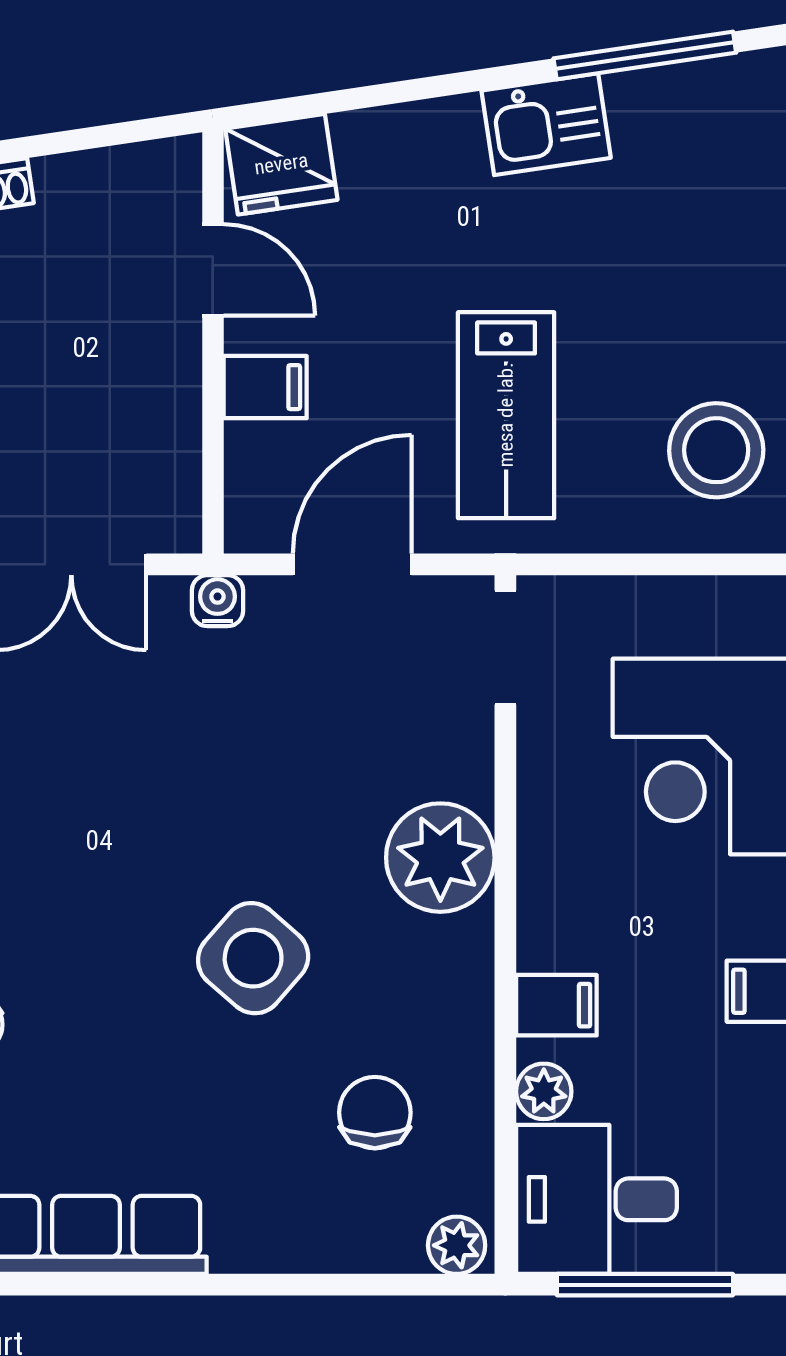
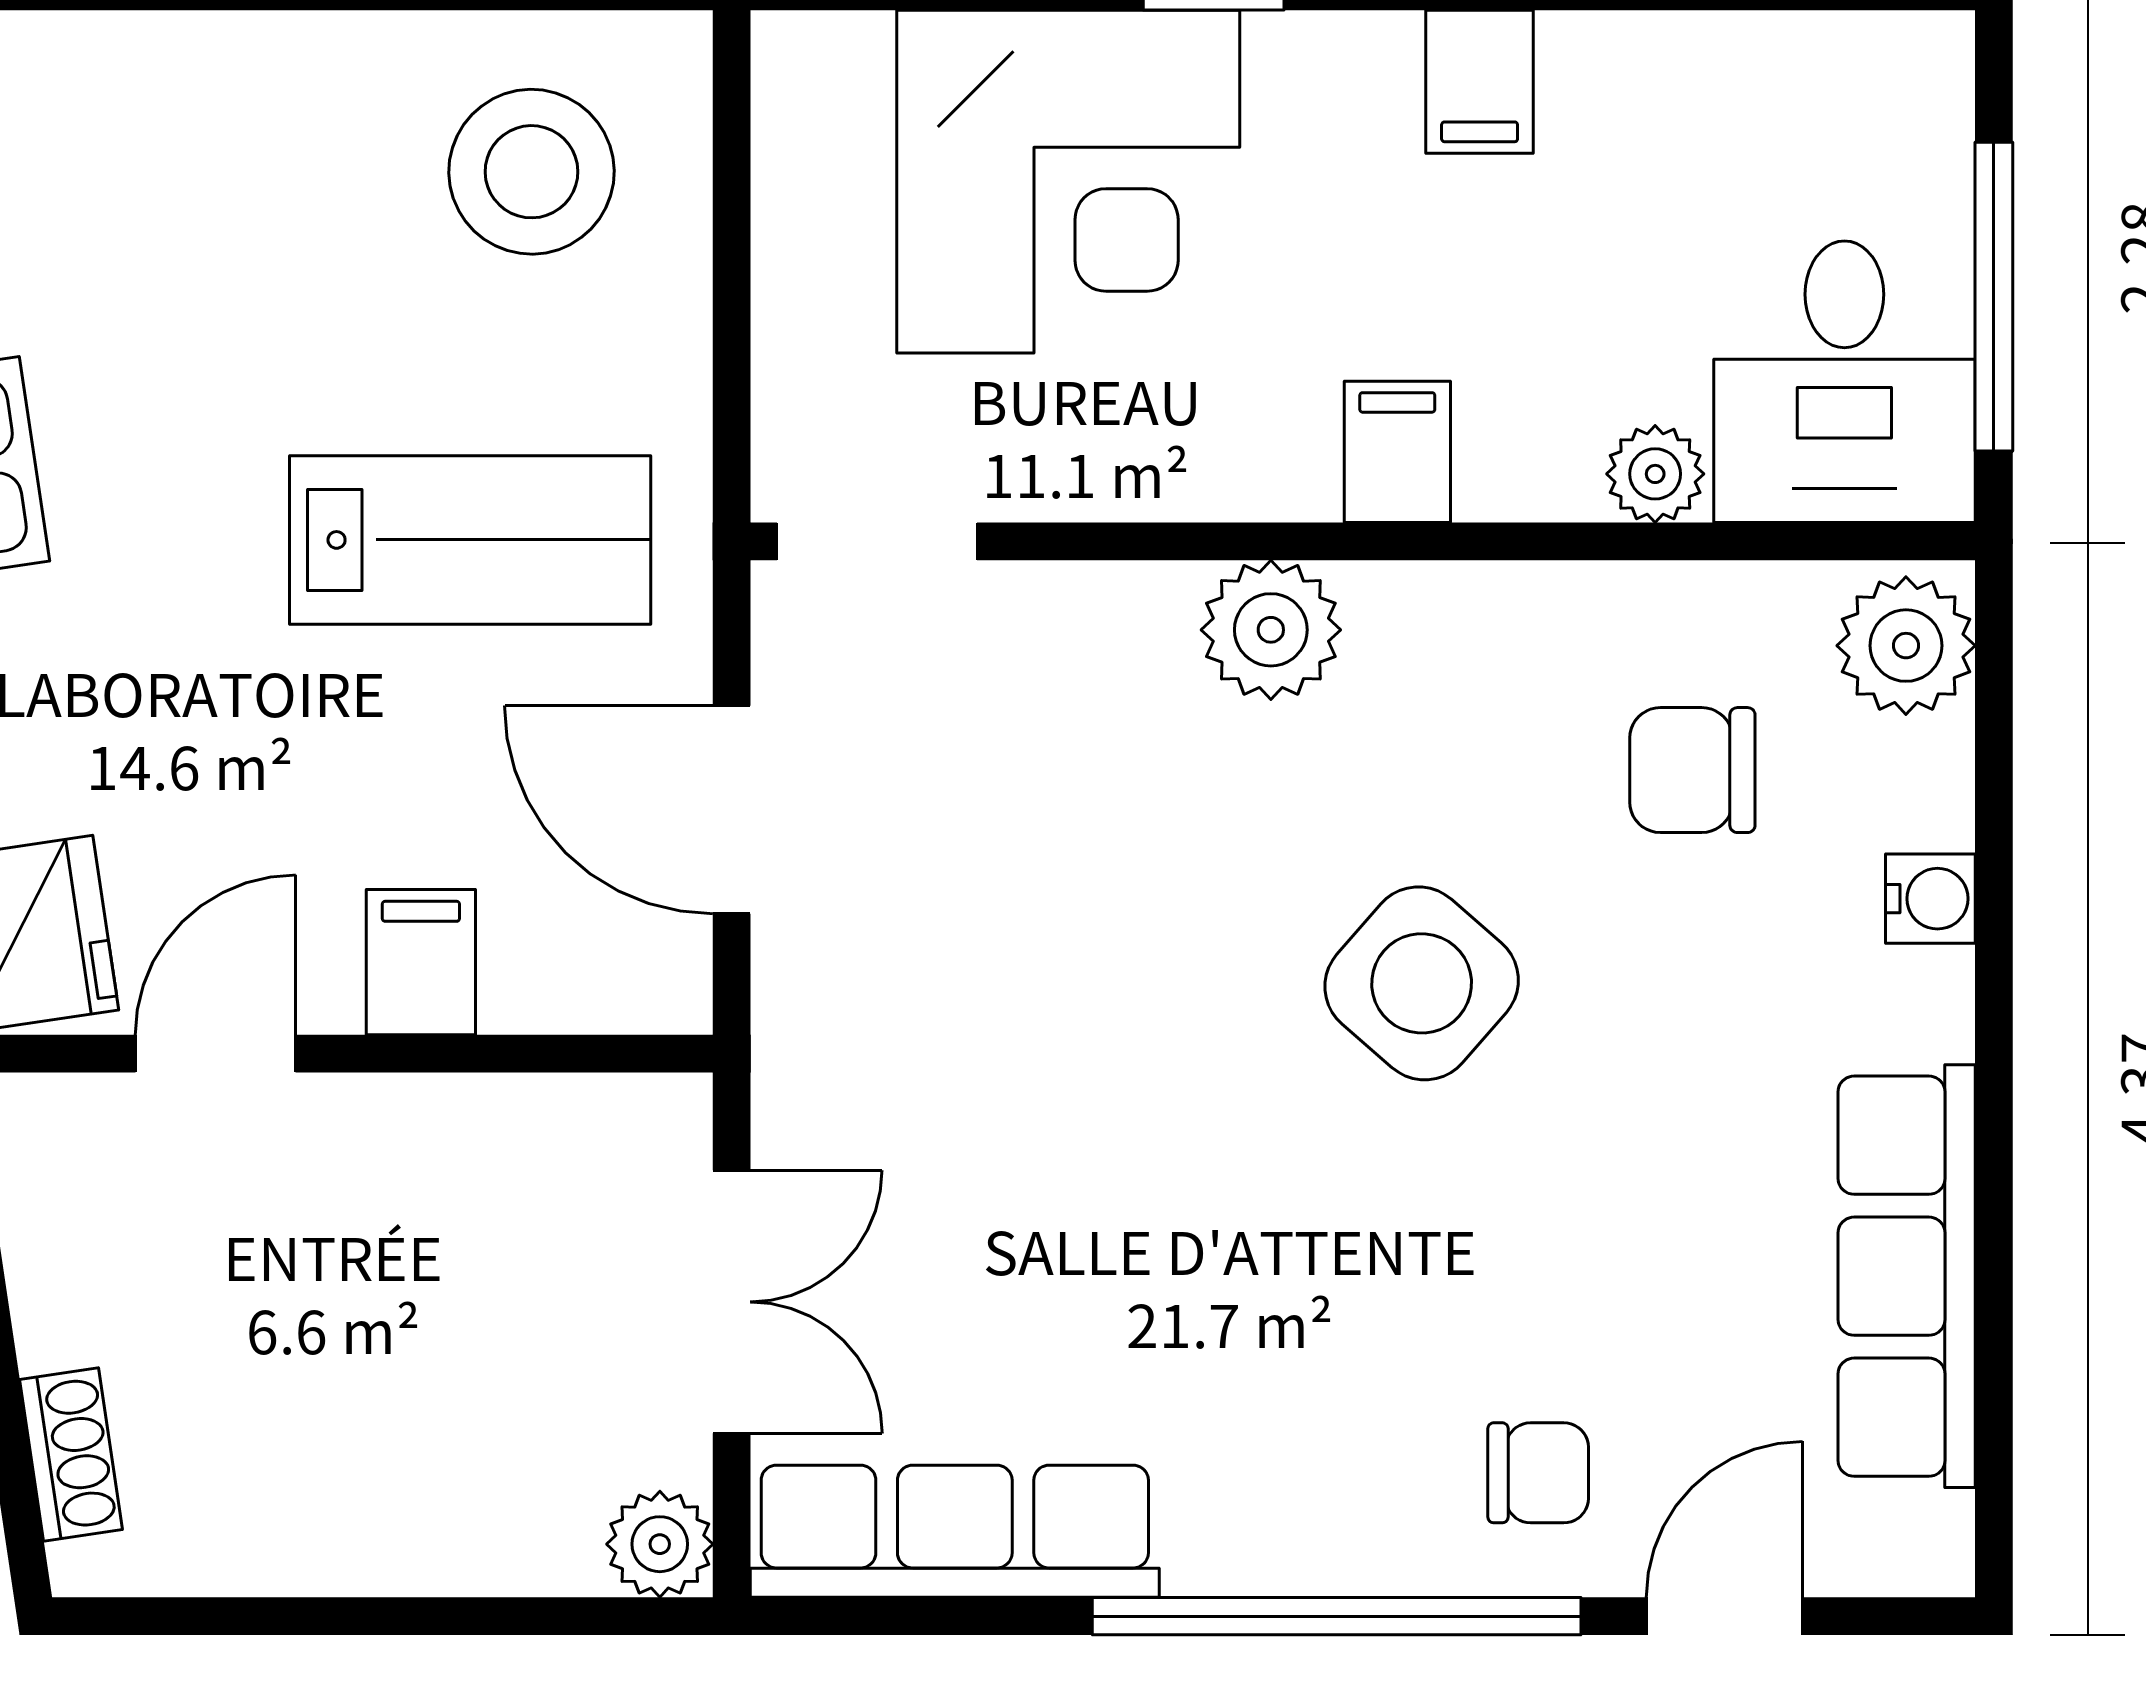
water cooler: (218, 601) -> (1930, 899), moved, turned 180
plant: (440, 858) -> (1271, 630), width x0.73, depth x0.73
filing cabinet: (556, 1005) -> (1397, 452), moved
plant: (457, 1245) -> (1906, 646), width x1.38, depth x1.38

